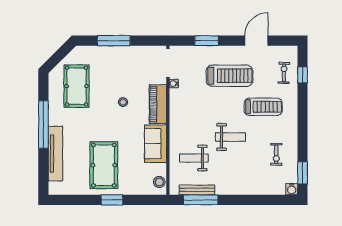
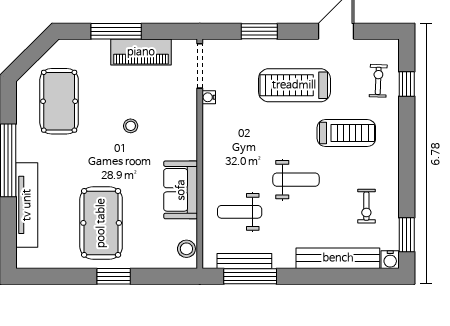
treadmill: (229, 76) -> (294, 85), turned 180
piano: (158, 104) -> (141, 52), moved, turned -90
bench: (258, 188) -> (338, 258), added

